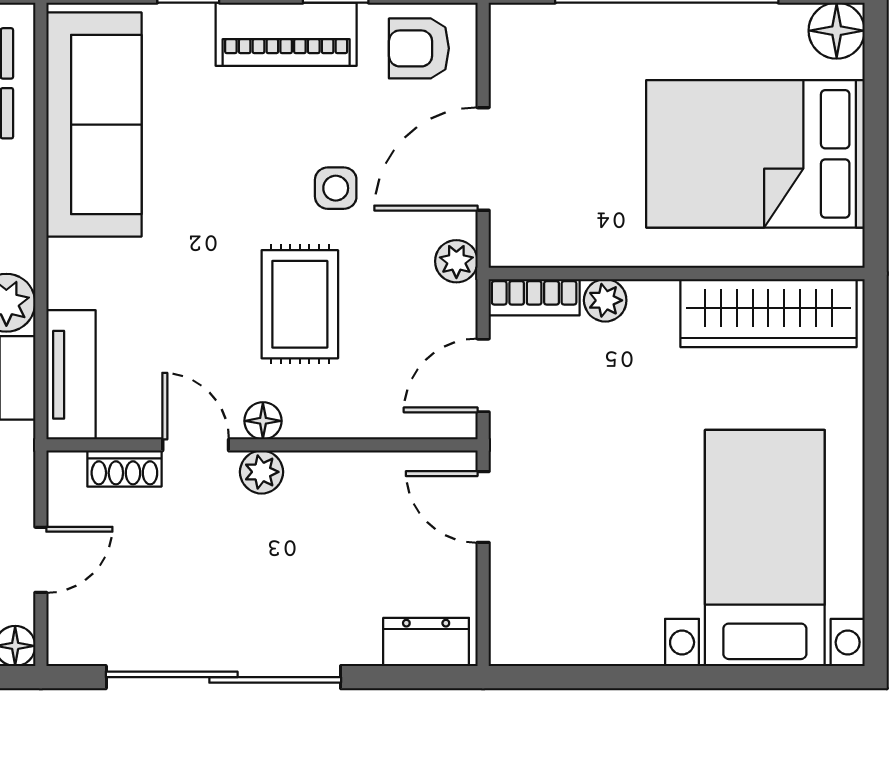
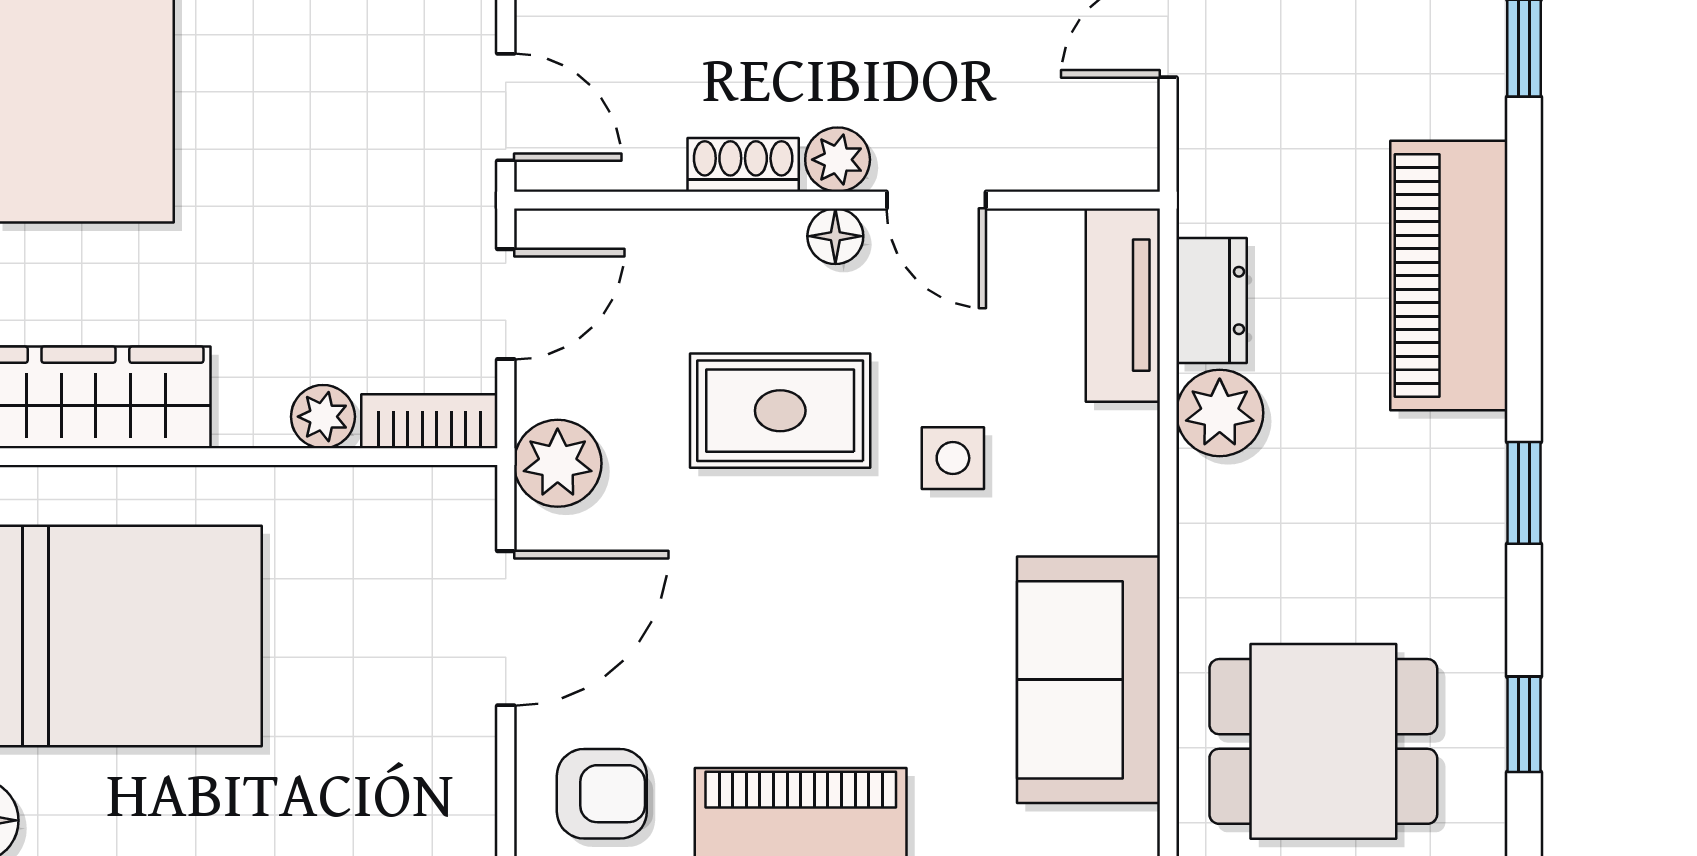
sofa: (94, 125) -> (1088, 680), width x0.73
side table: (336, 188) -> (953, 458), moved
plant: (456, 261) -> (558, 463), width x1.38, depth x1.38
rug: (300, 304) -> (780, 411), turned 90
shoe rack: (124, 468) -> (743, 165), moved

